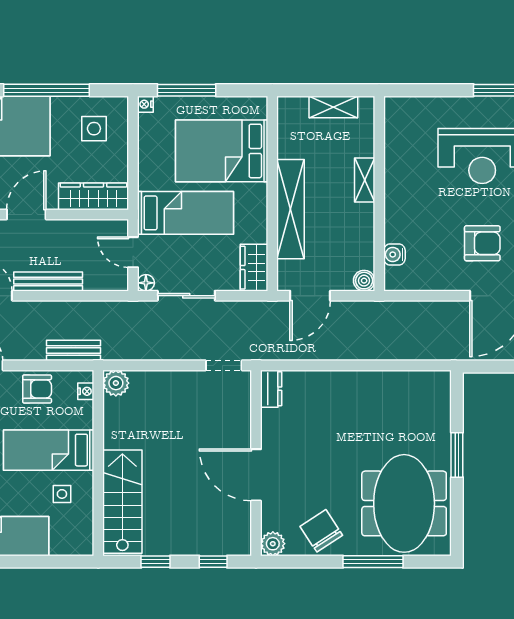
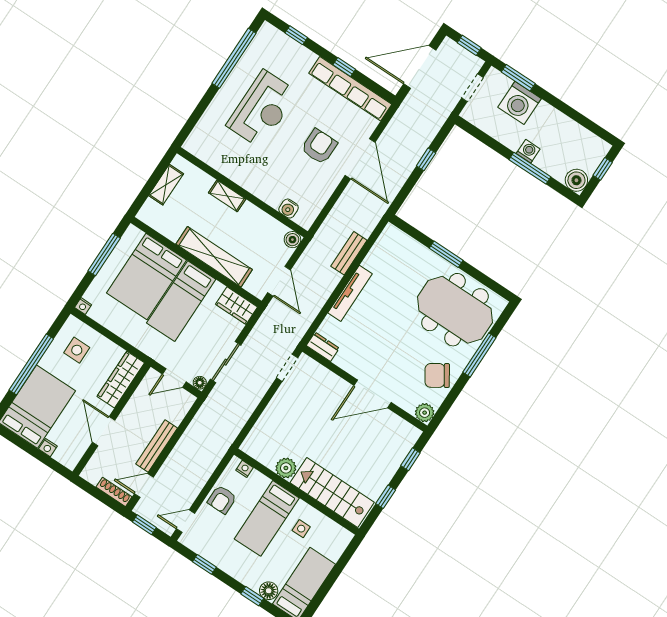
window: (187, 90) -> (104, 254), moved
bed: (185, 213) -> (181, 301), moved, turned 180
bench: (73, 350) -> (349, 253), moved
tv unit: (347, 380) -> (350, 293), added
plant: (116, 383) -> (286, 468), moved
armchair: (37, 389) -> (222, 500), turned 180

